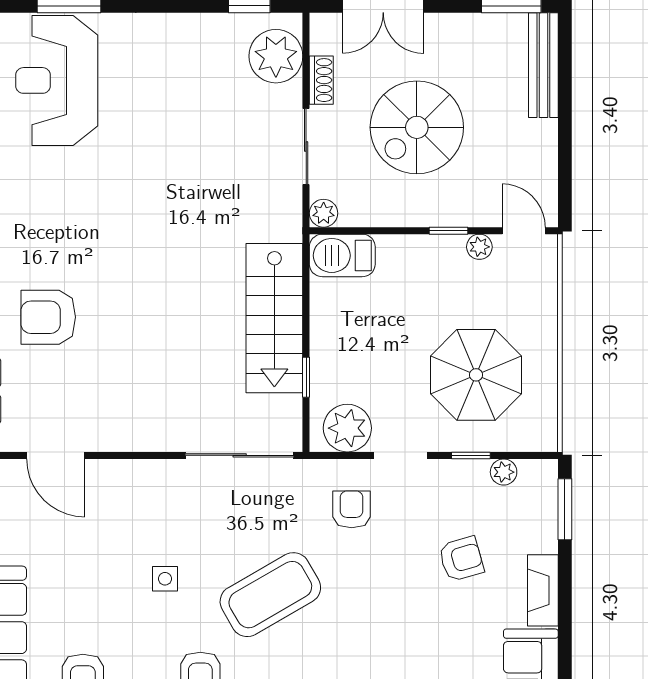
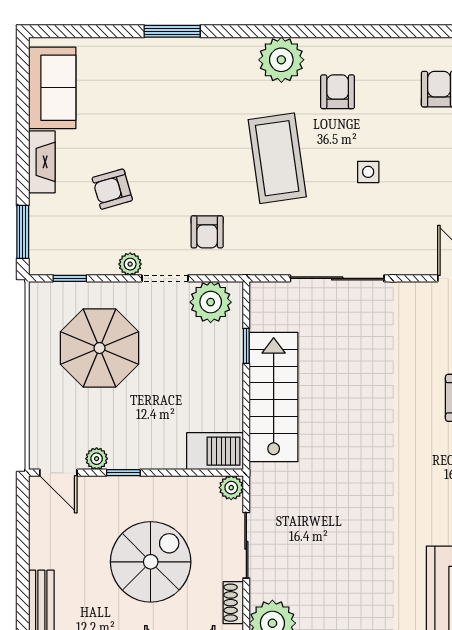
sliding door: (240, 455) -> (337, 278), moved
window: (471, 455) -> (70, 278), moved
plant: (504, 472) -> (130, 264), moved
coffee table: (270, 595) -> (277, 158), turned -68

